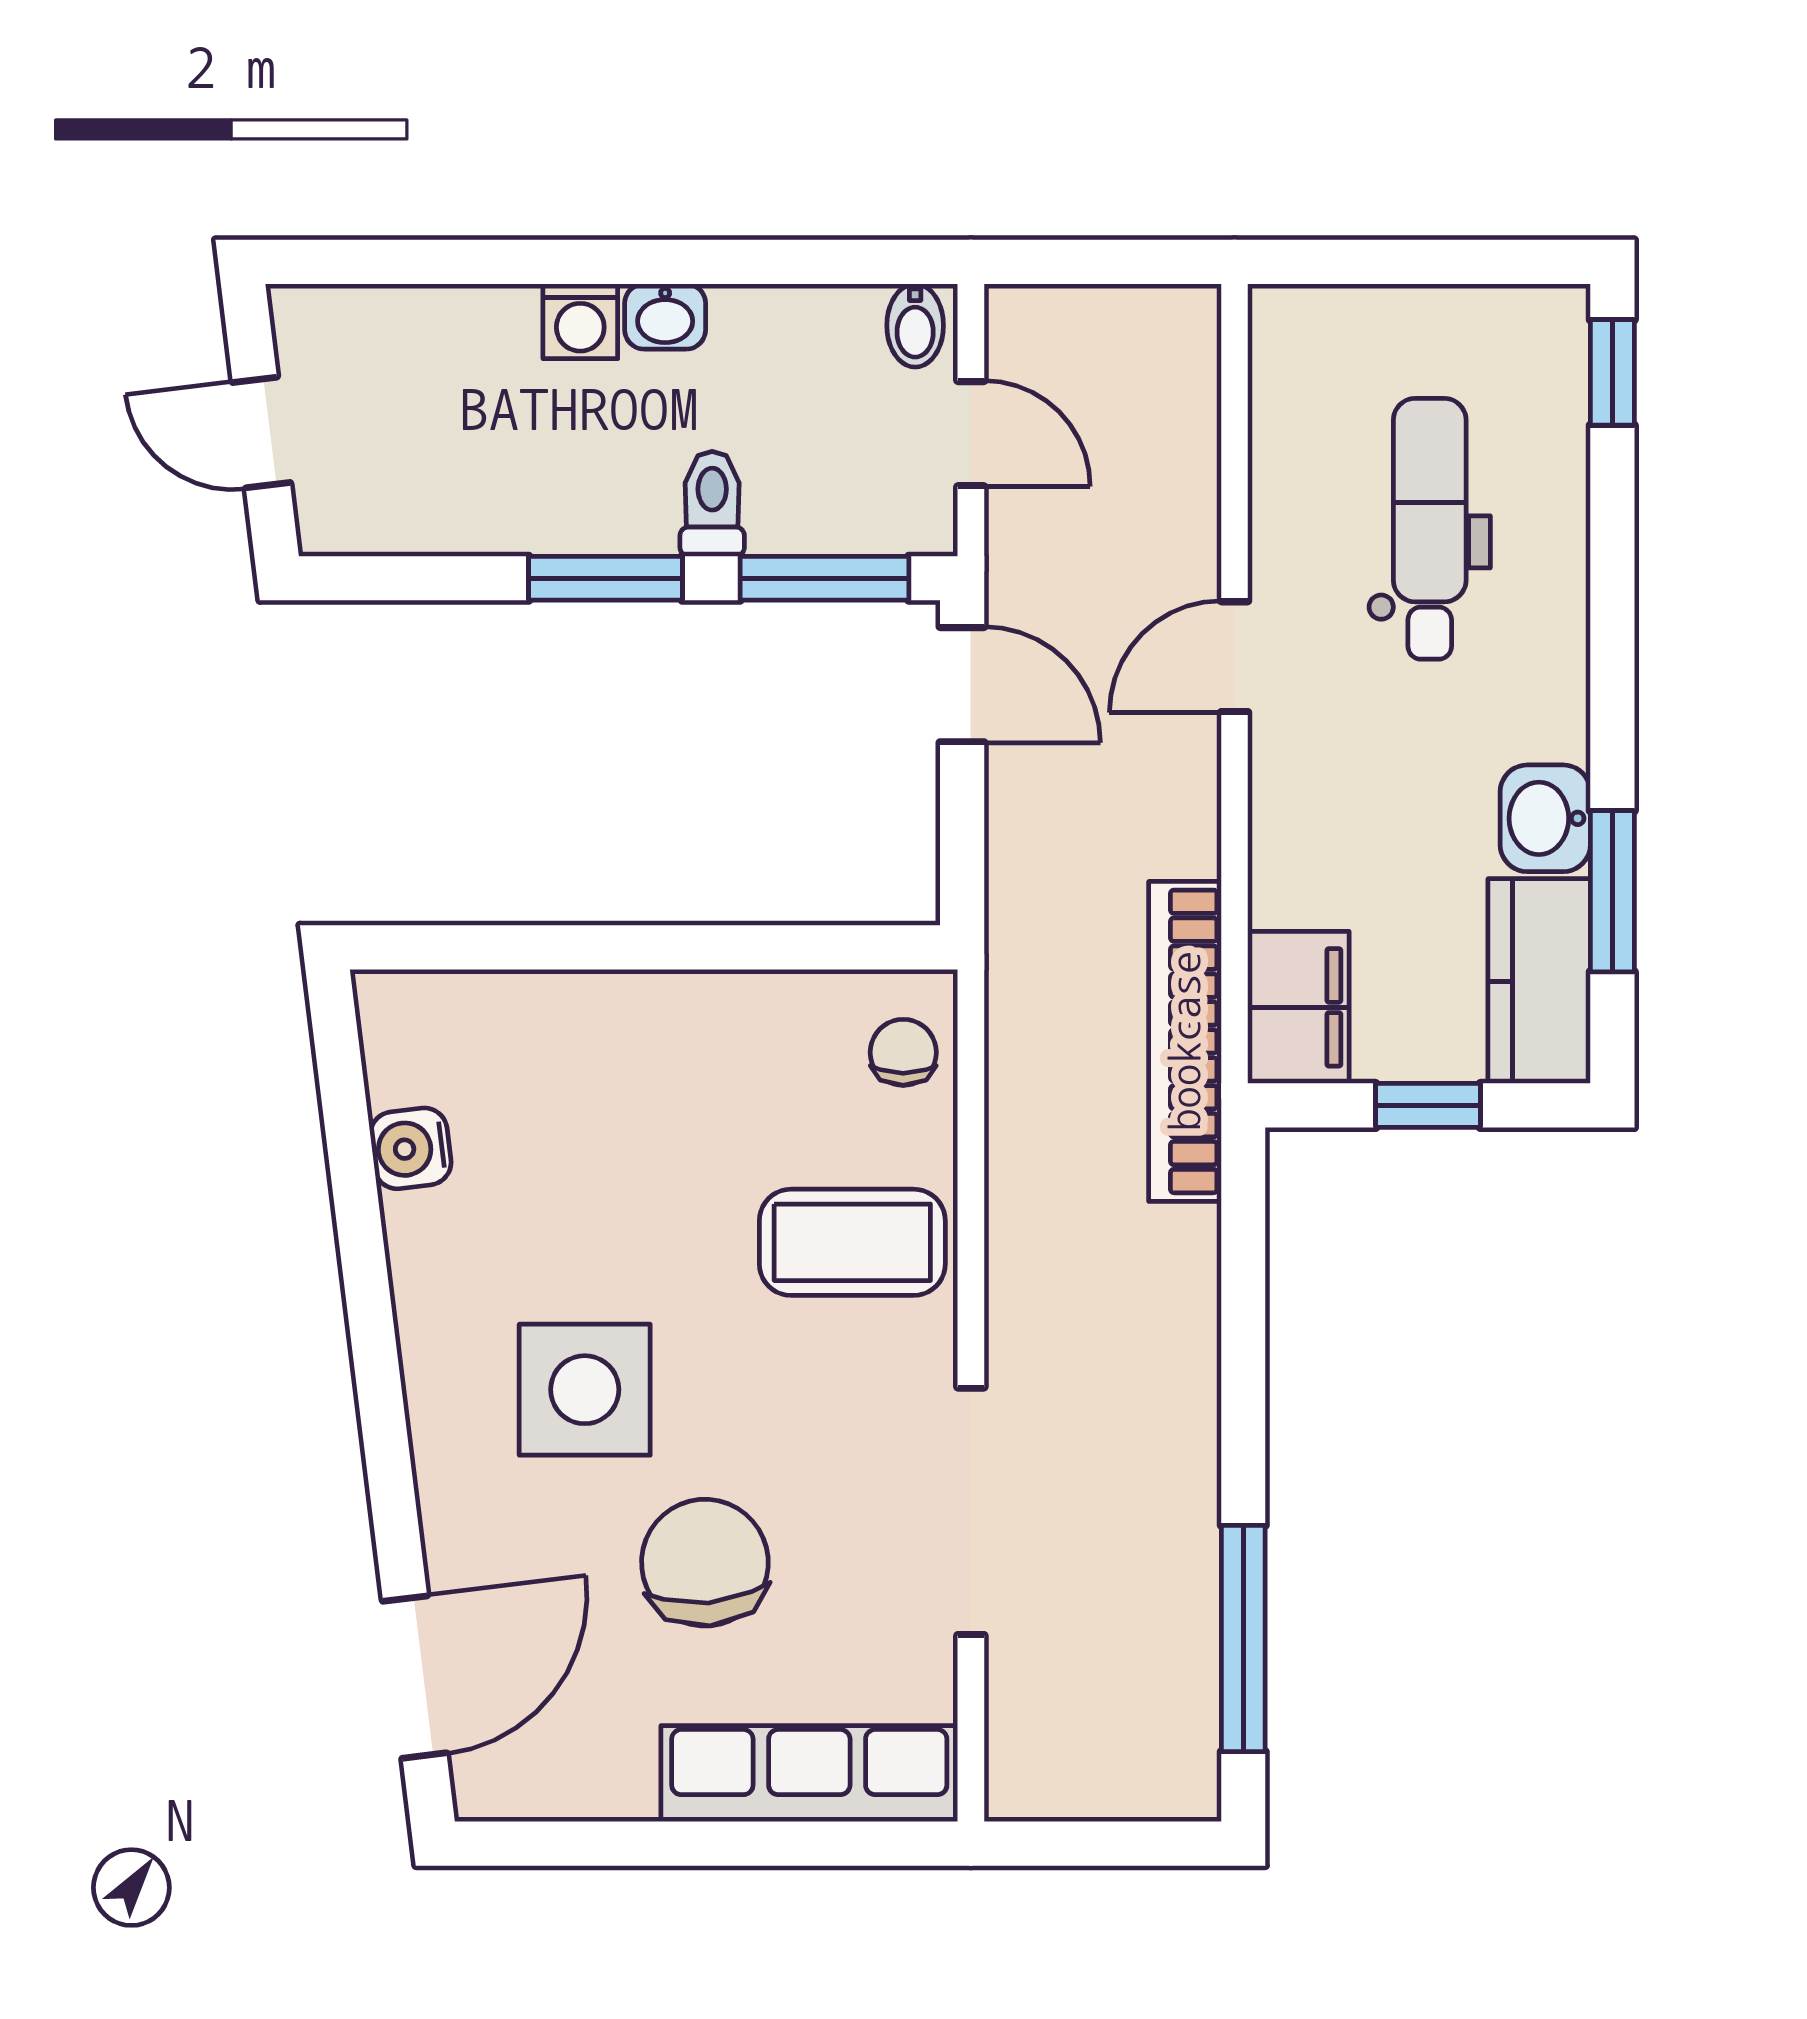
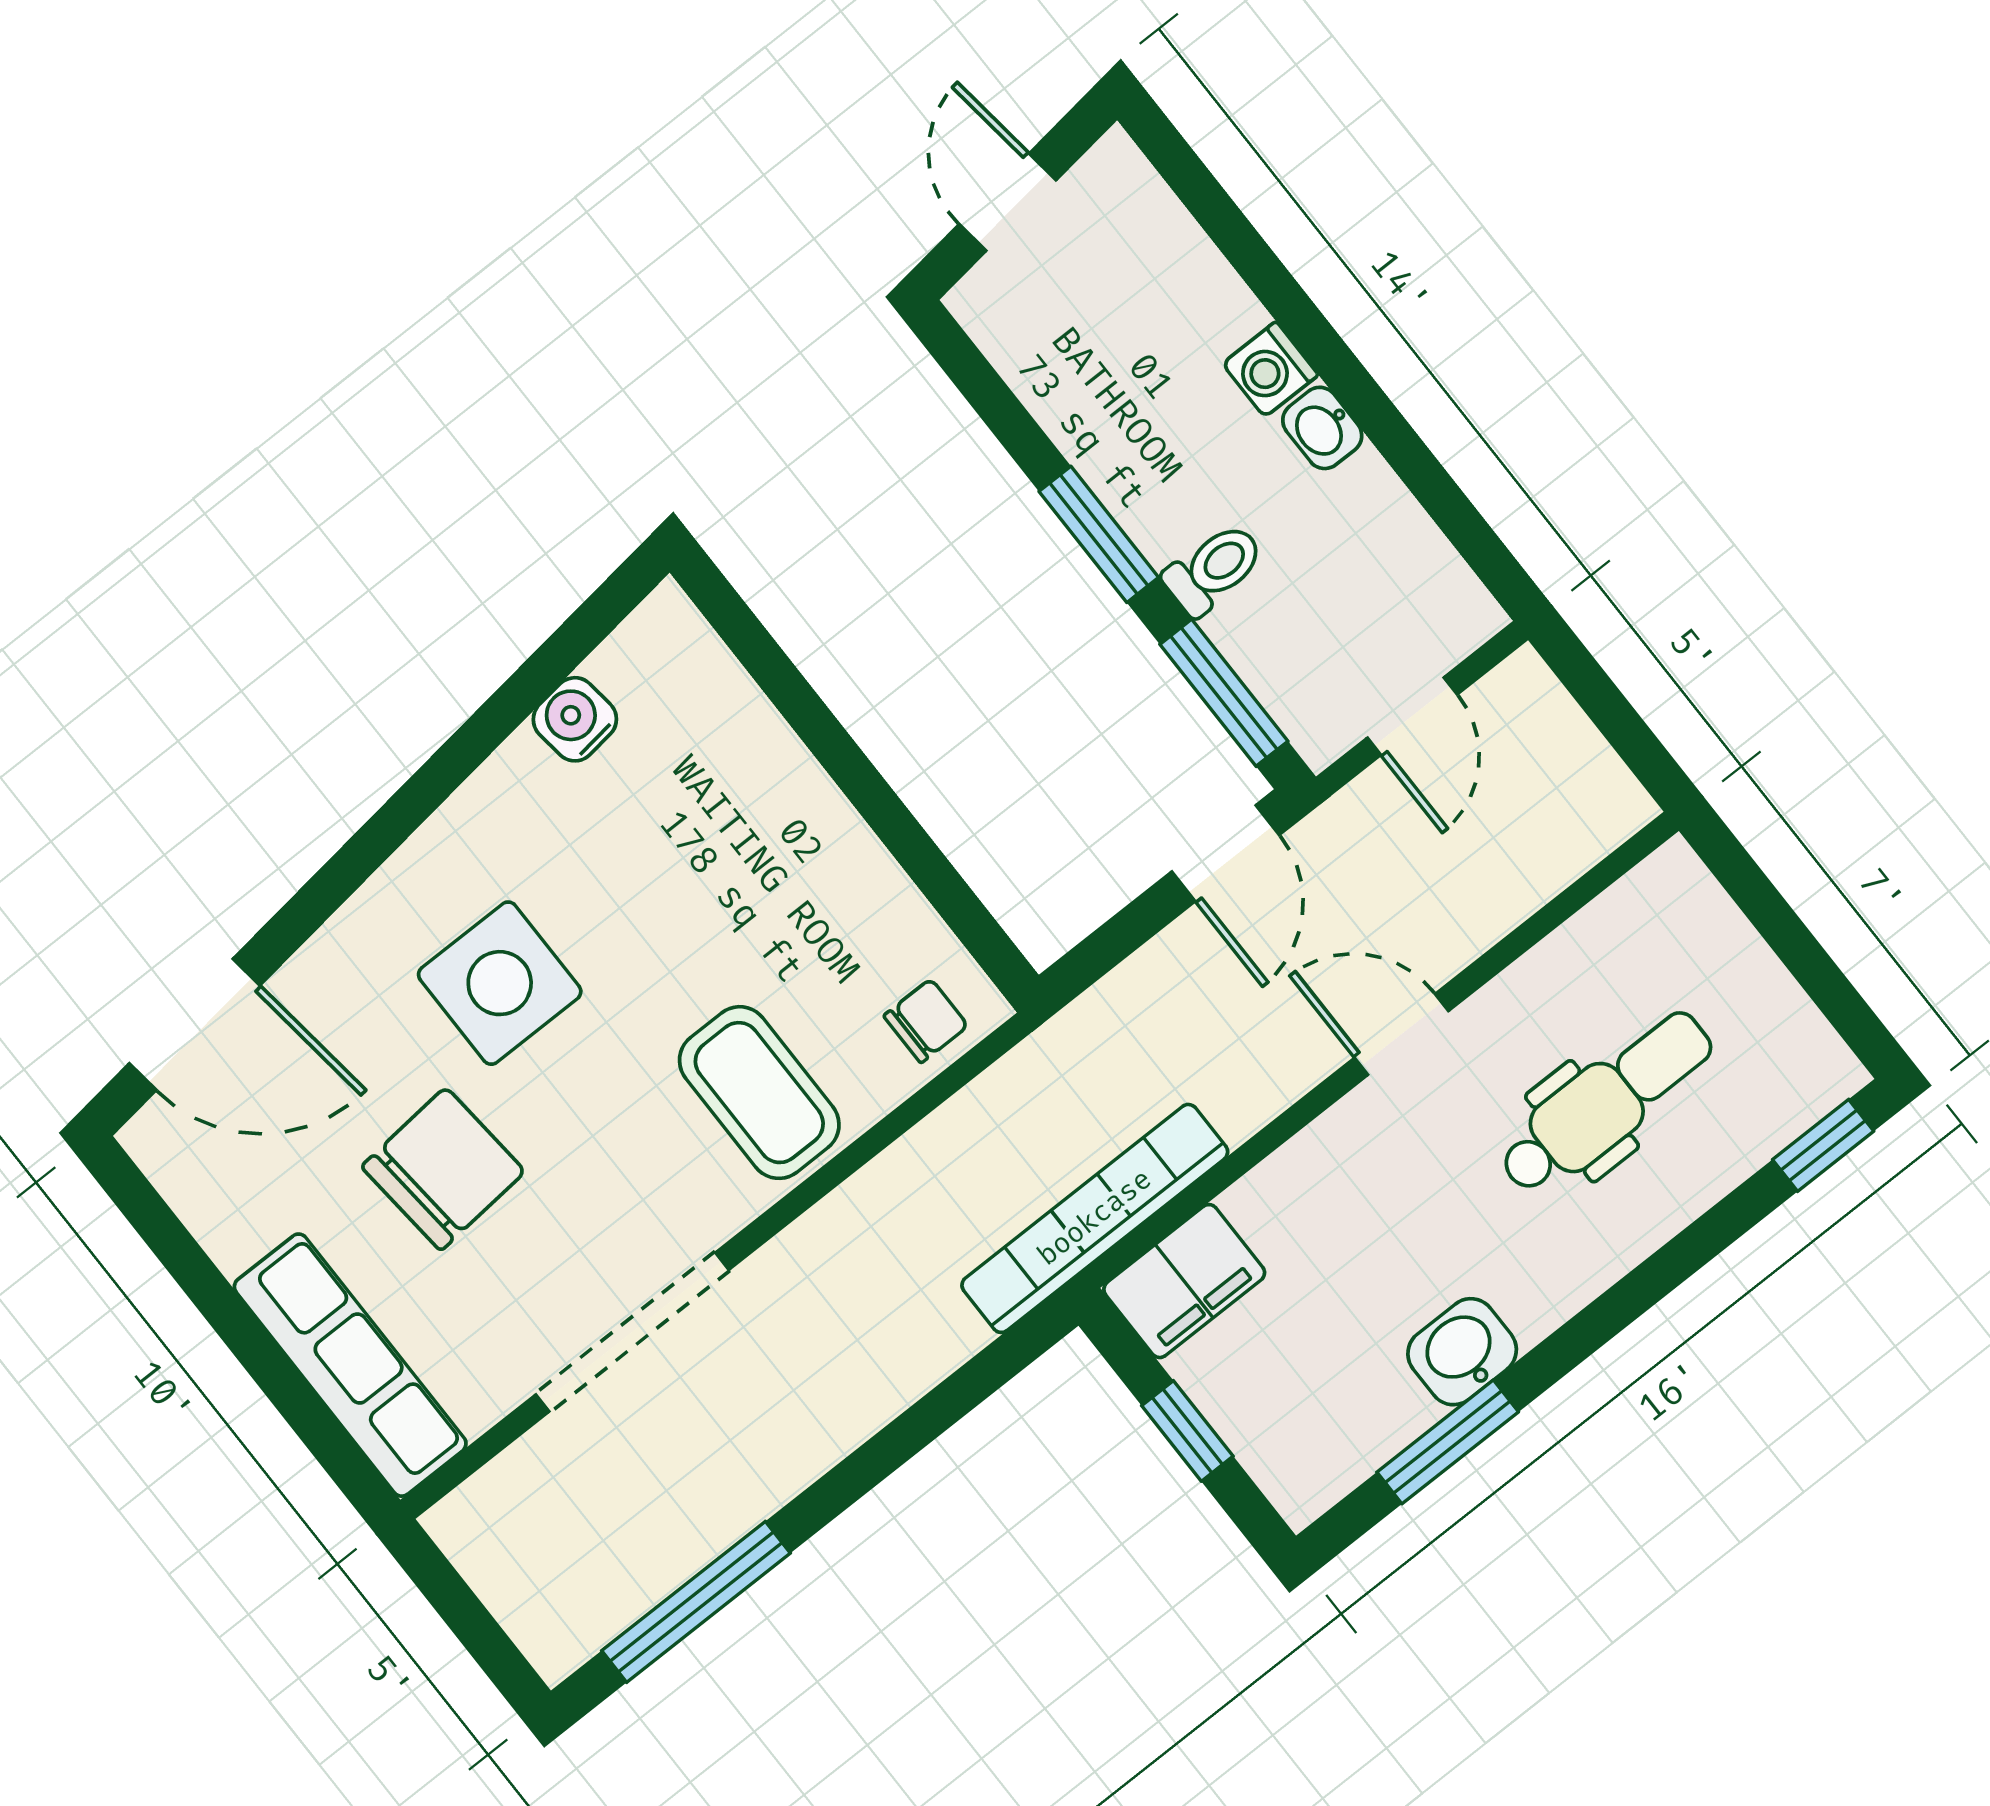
bidet: (915, 325) -> (1459, 614), removed
kitchen counter: (1539, 981) -> (1341, 1440), removed

